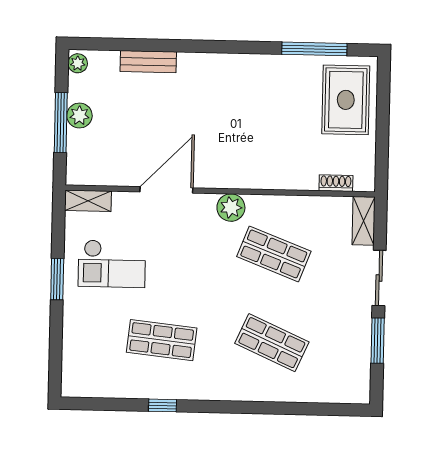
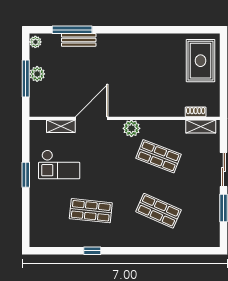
window: (314, 49) -> (72, 30), moved
shelving: (88, 201) -> (61, 126), moved
shelving: (364, 221) -> (201, 126), moved, turned 90

